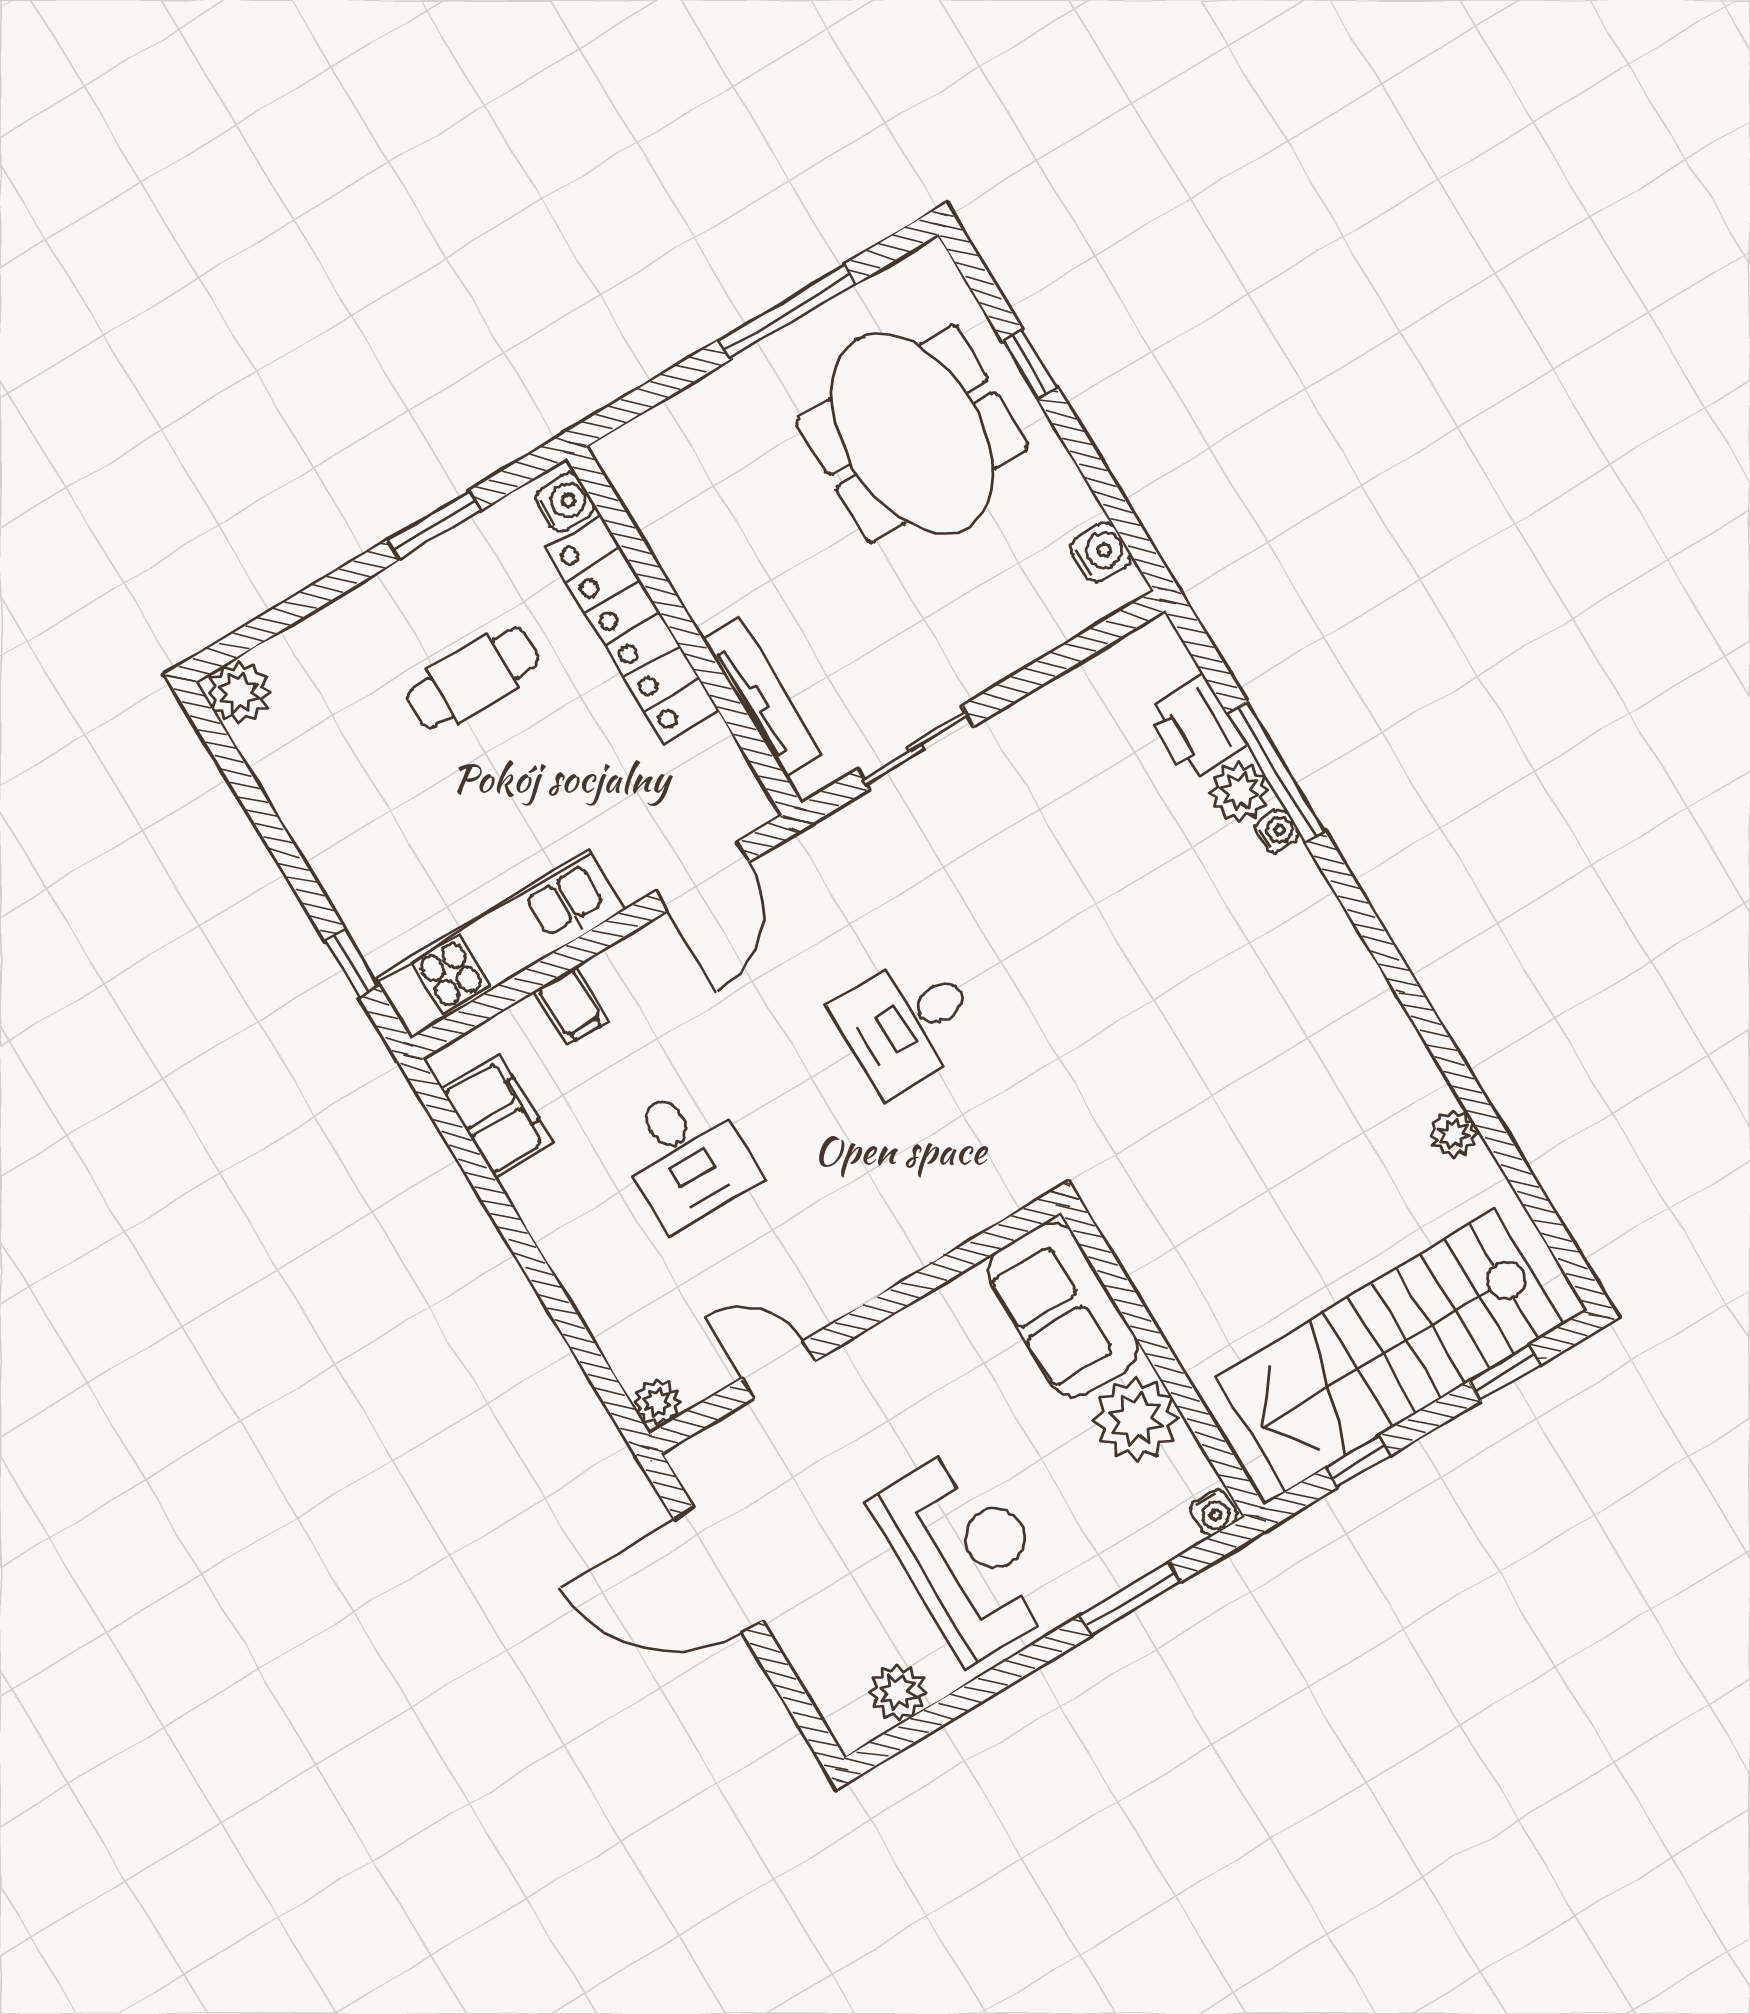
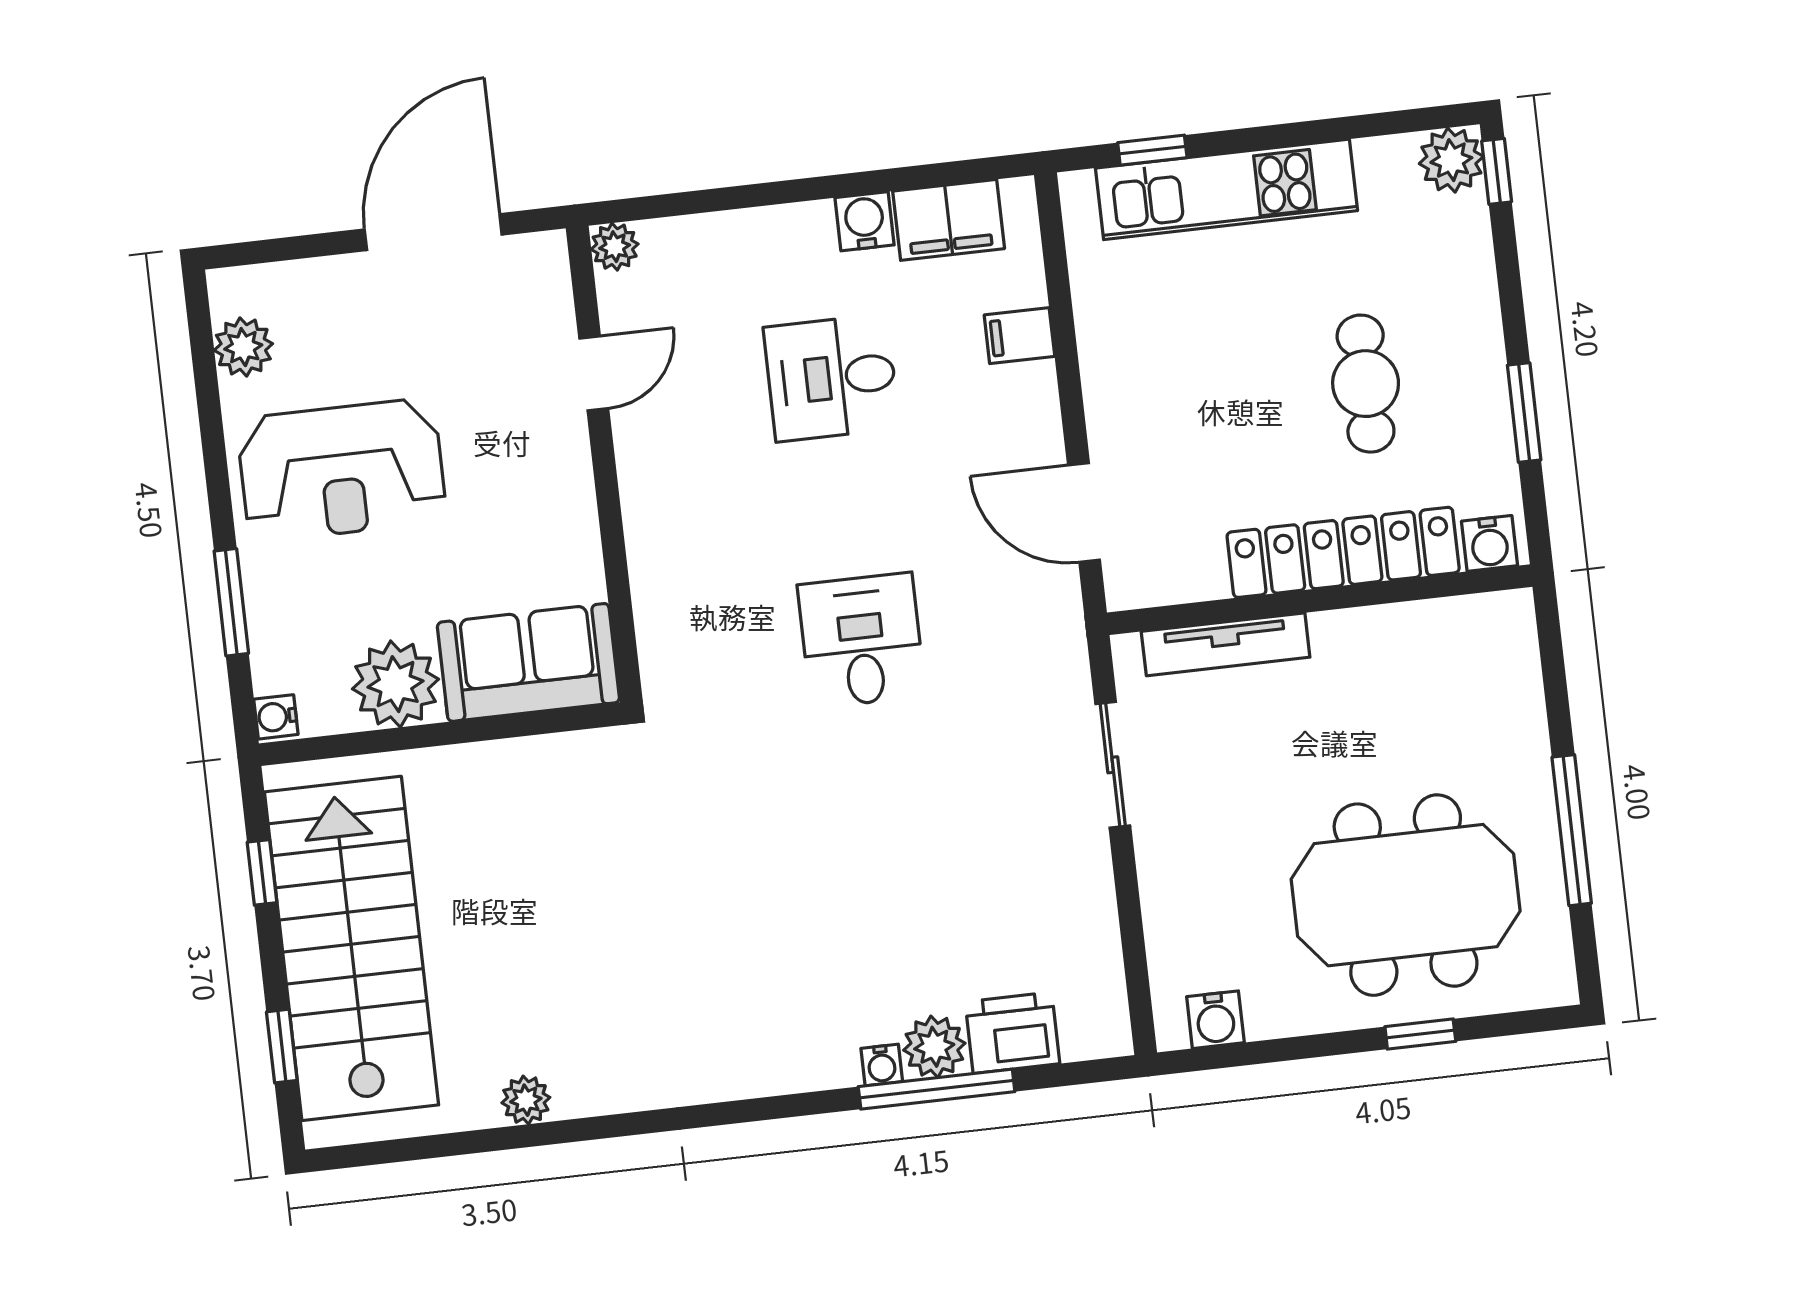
window: (231, 648) -> (1497, 171), added
kitchen unit: (500, 944) -> (1226, 189), moved, turned 90
water cooler: (533, 1190) -> (865, 221), added

